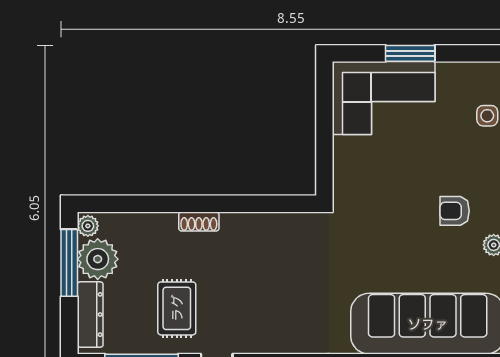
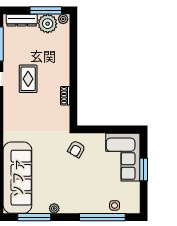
armchair: (455, 211) -> (76, 149), moved, turned -150
shoe rack: (199, 222) -> (65, 96), moved
rug: (177, 308) -> (28, 79), moved, turned 90

